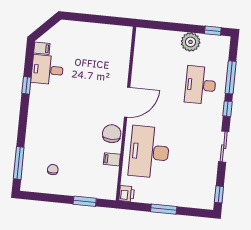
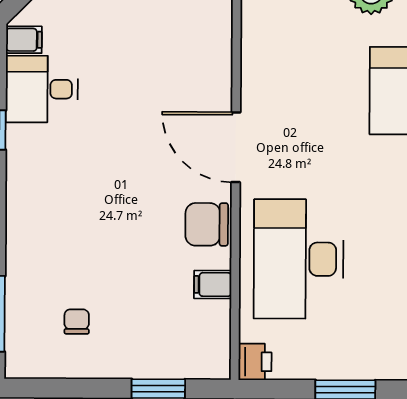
door: (127, 102) -> (236, 147), swing flipped
chair: (112, 134) -> (207, 224), turned -90

